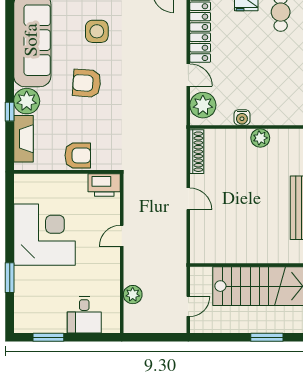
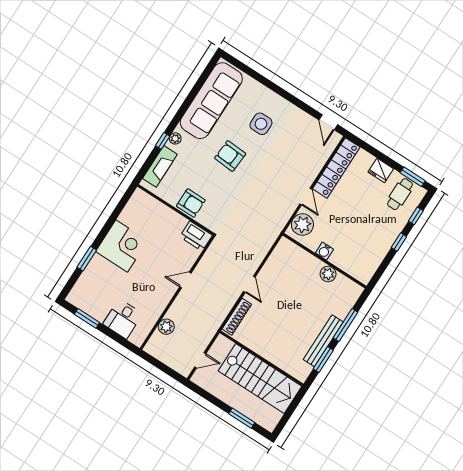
plant: (27, 101) -> (175, 138), width x0.53, depth x0.53
shoe rack: (197, 152) -> (237, 317), moved
corner desk: (45, 235) -> (122, 246), width x0.74, depth x0.74

